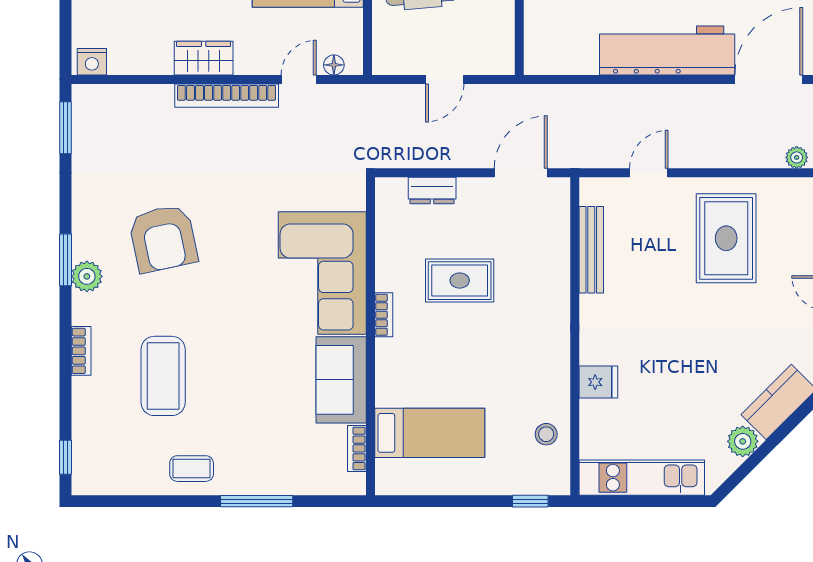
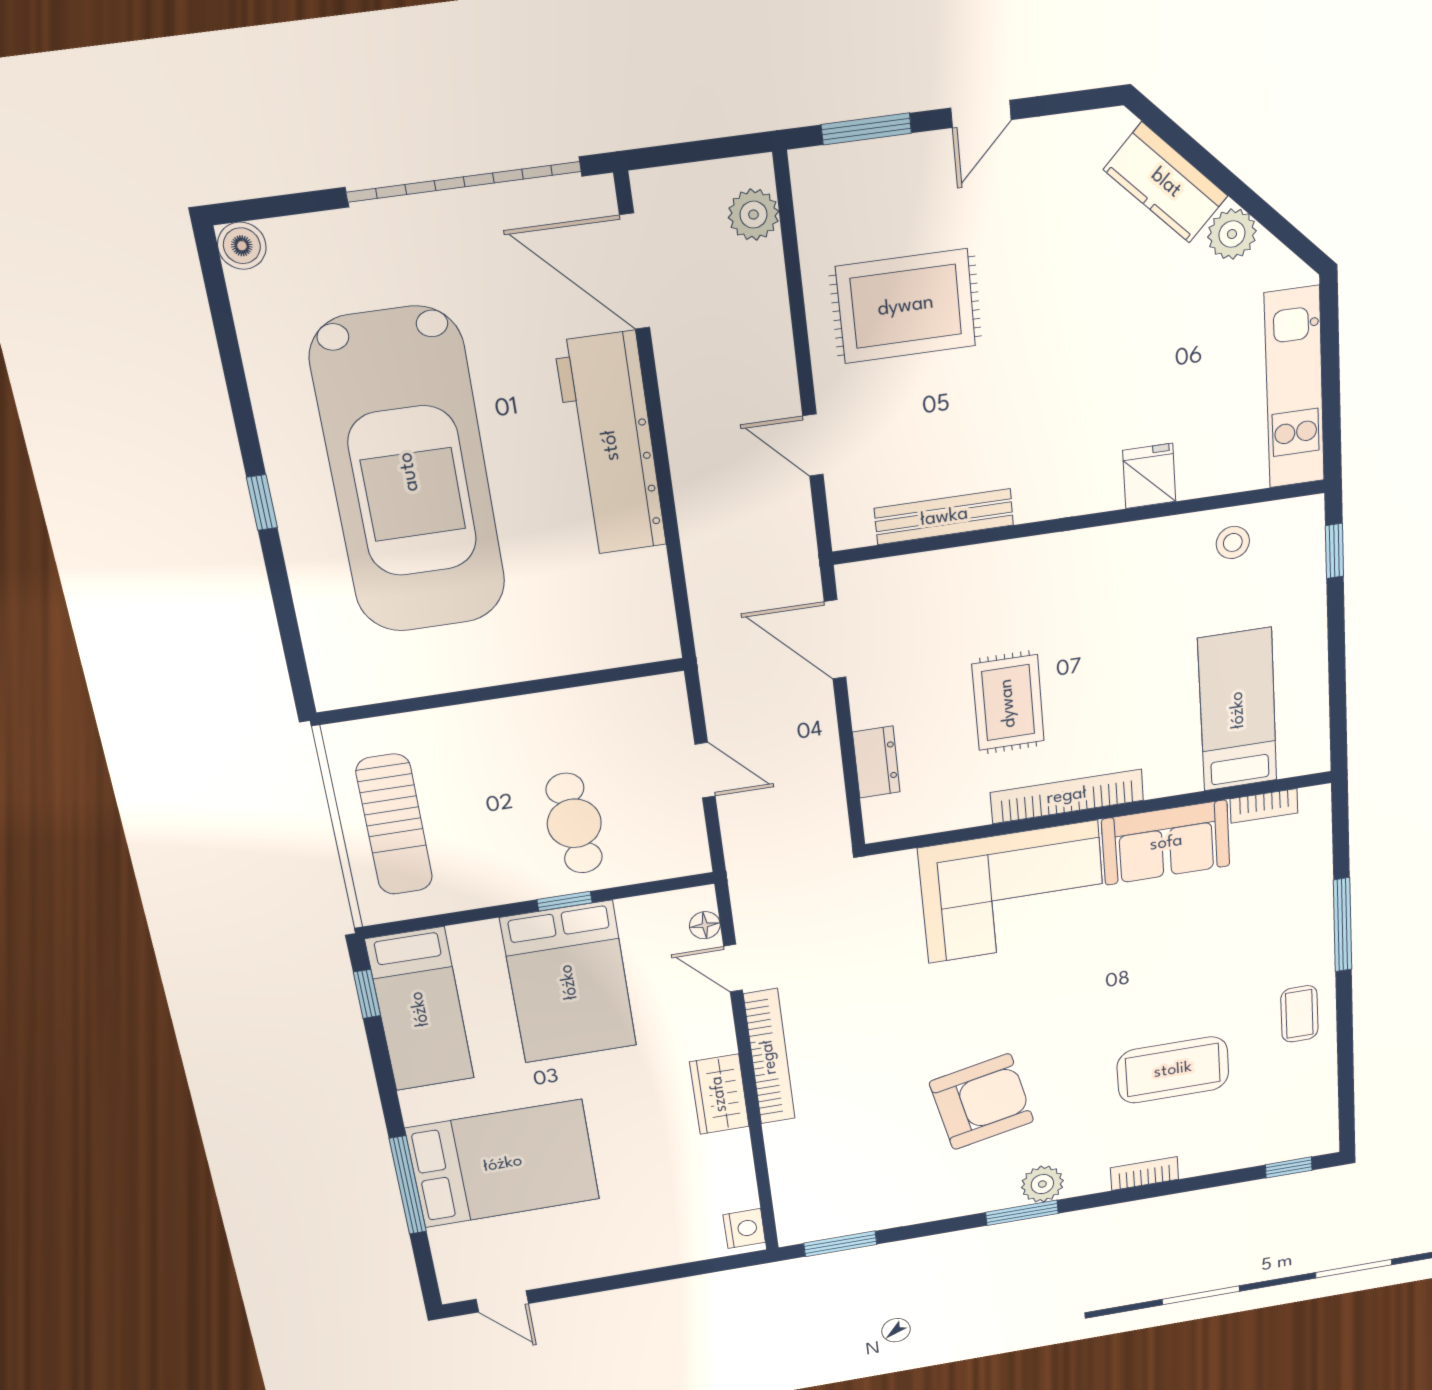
plant: (797, 157) -> (753, 215), width x1.38, depth x1.38
bookcase: (384, 315) -> (1067, 796), width x2.31, depth x1.31

